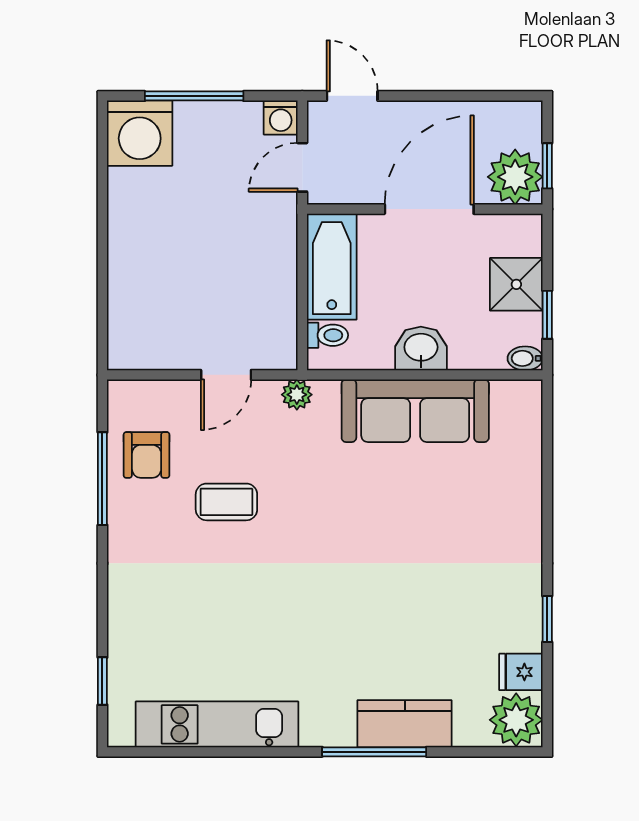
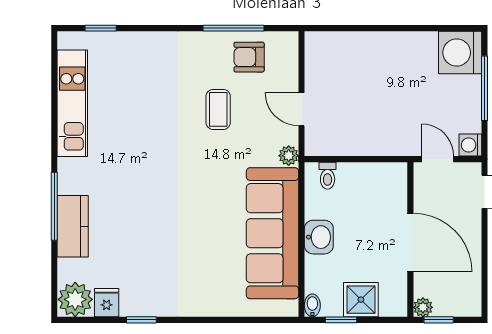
plant: (515, 177) -> (423, 307), width x0.53, depth x0.53
bathtub: (332, 267) -> (373, 179), removed
sofa: (415, 411) -> (272, 233), width x1.36, depth x1.27

